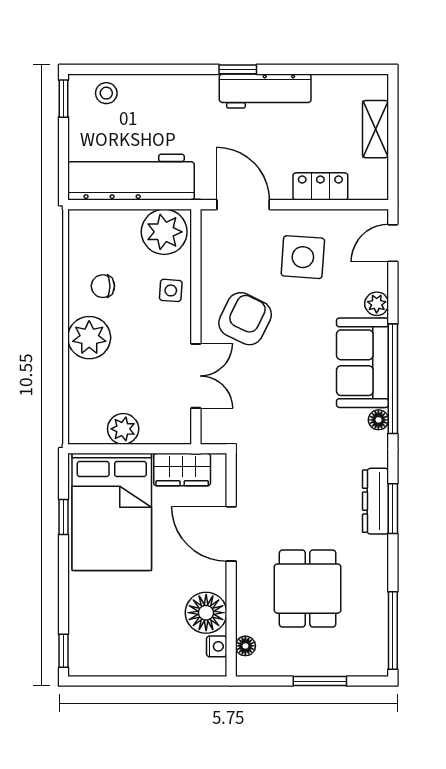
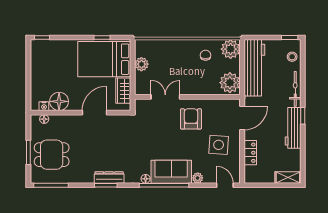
bicycle: (178, 86) -> (295, 89), added
shelving: (376, 129) -> (288, 177), moved
side table: (171, 290) -> (204, 86), removed
armchair: (245, 319) -> (191, 119), turned -116
plant: (89, 338) -> (231, 49), moved
double door: (196, 376) -> (165, 97), swing flipped
dining table: (308, 589) -> (52, 155), moved

